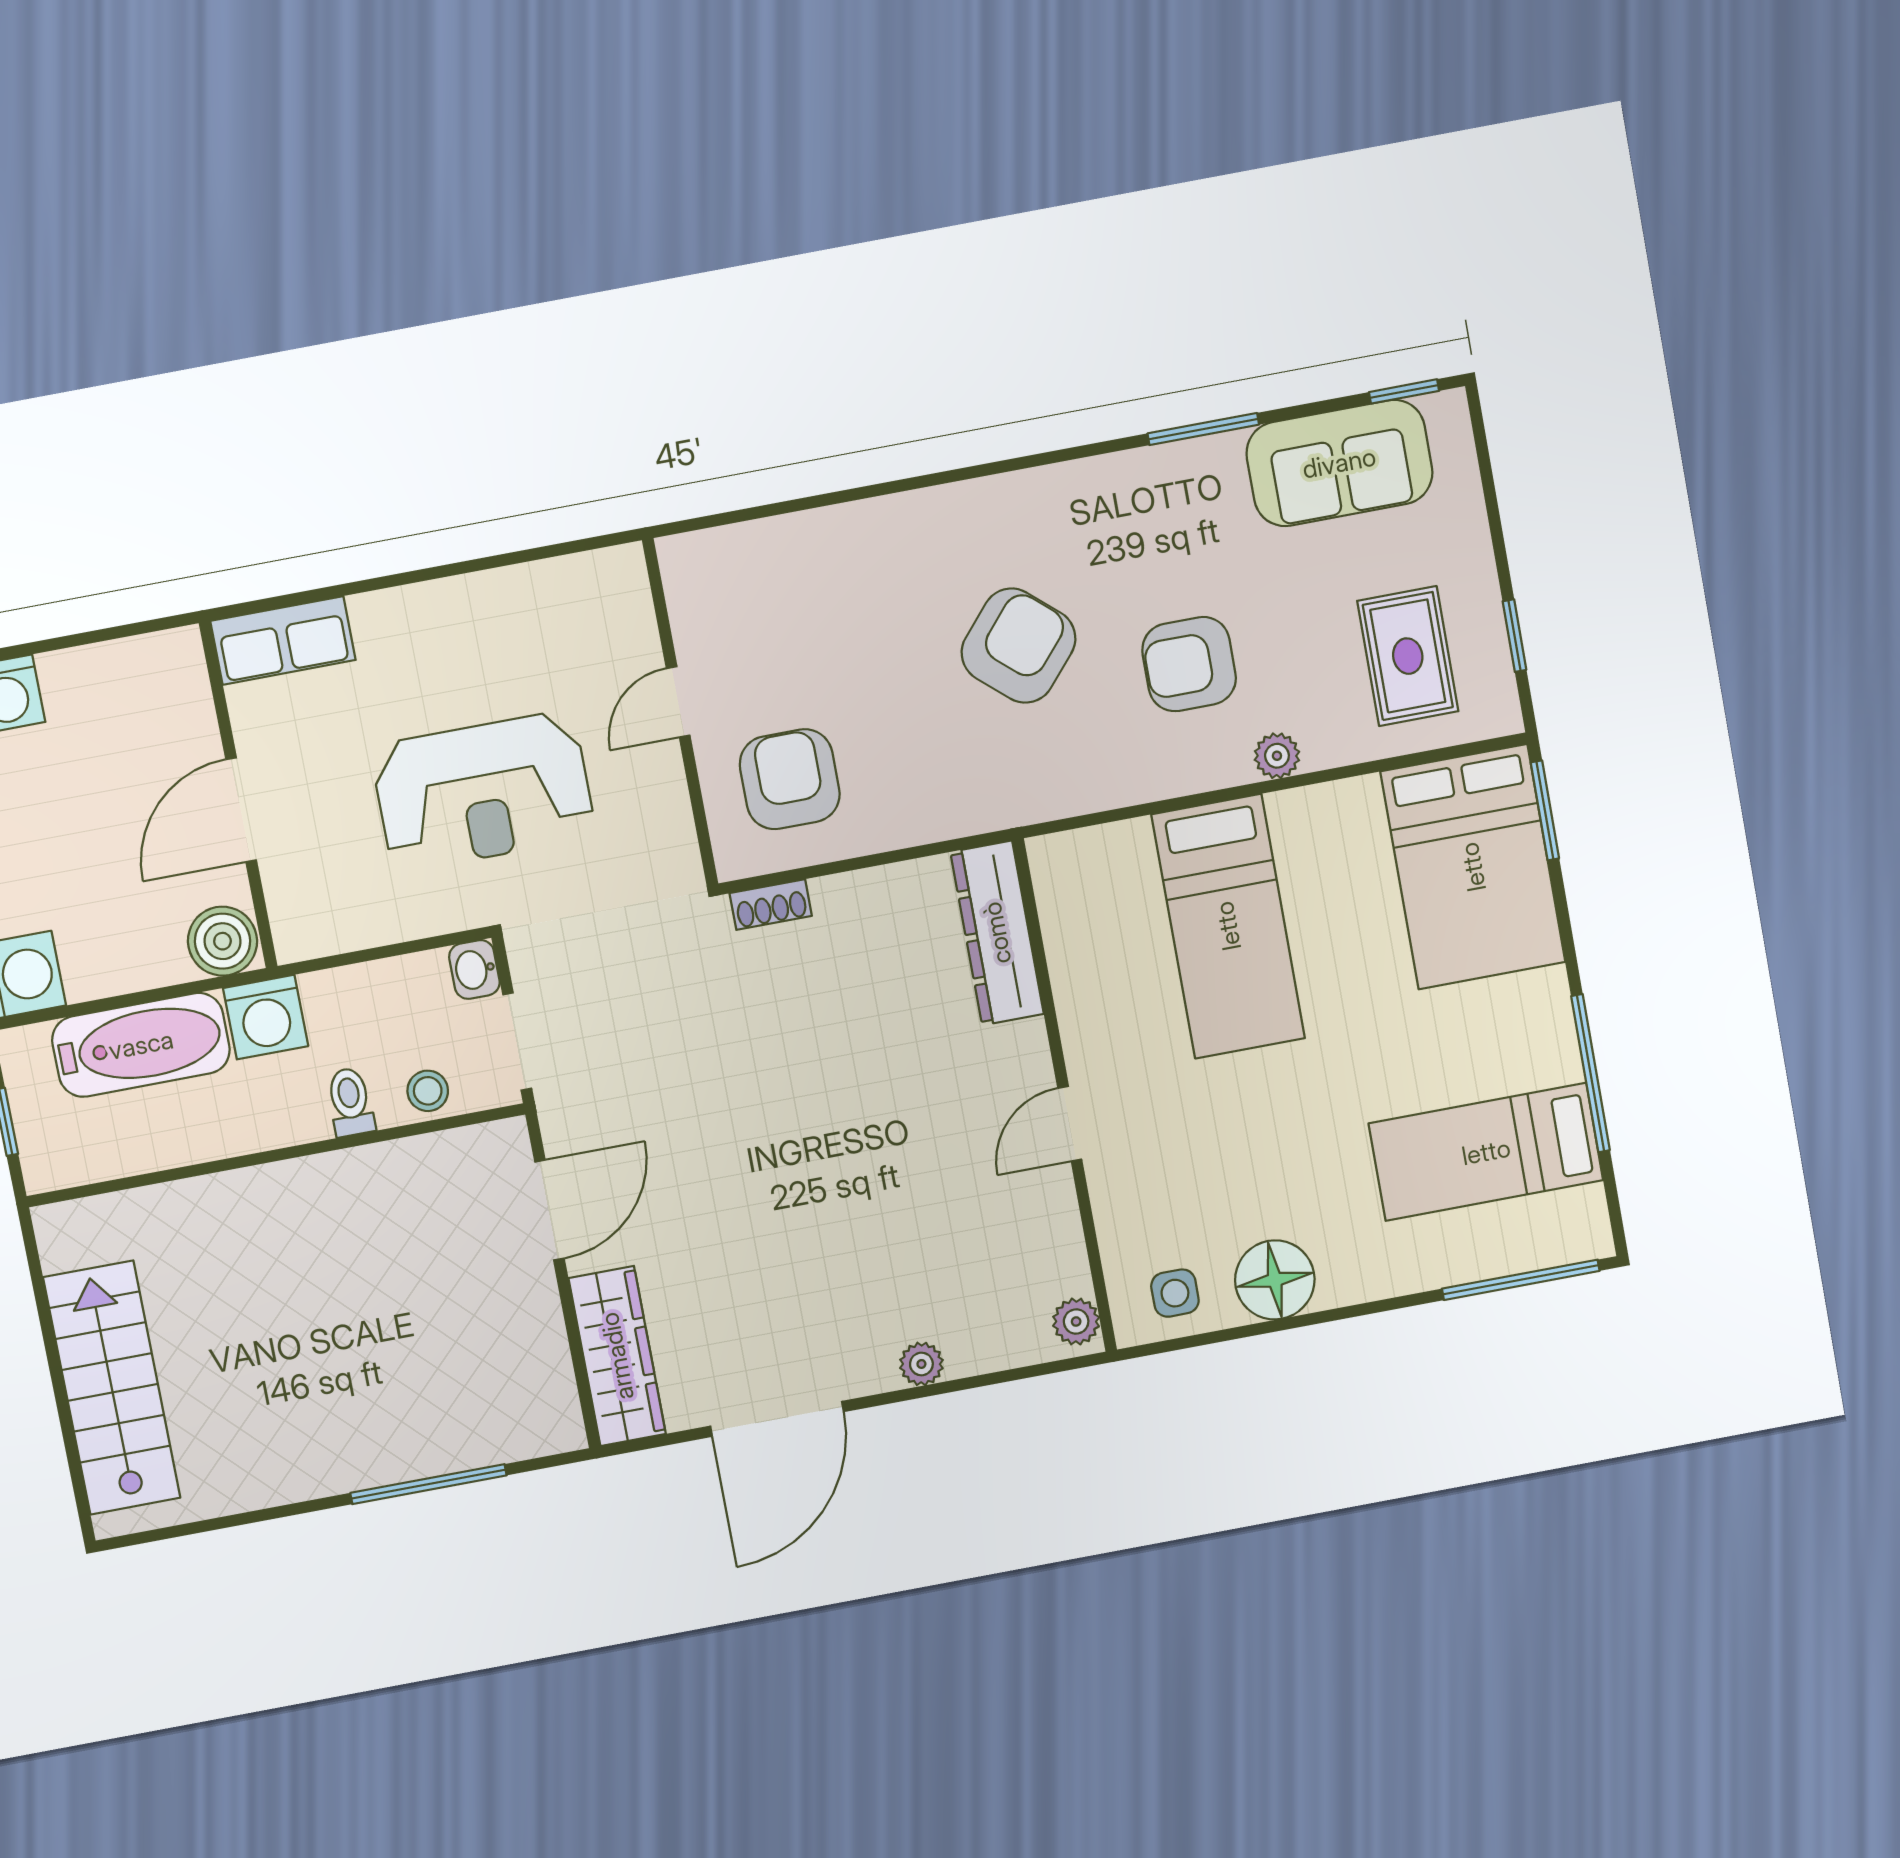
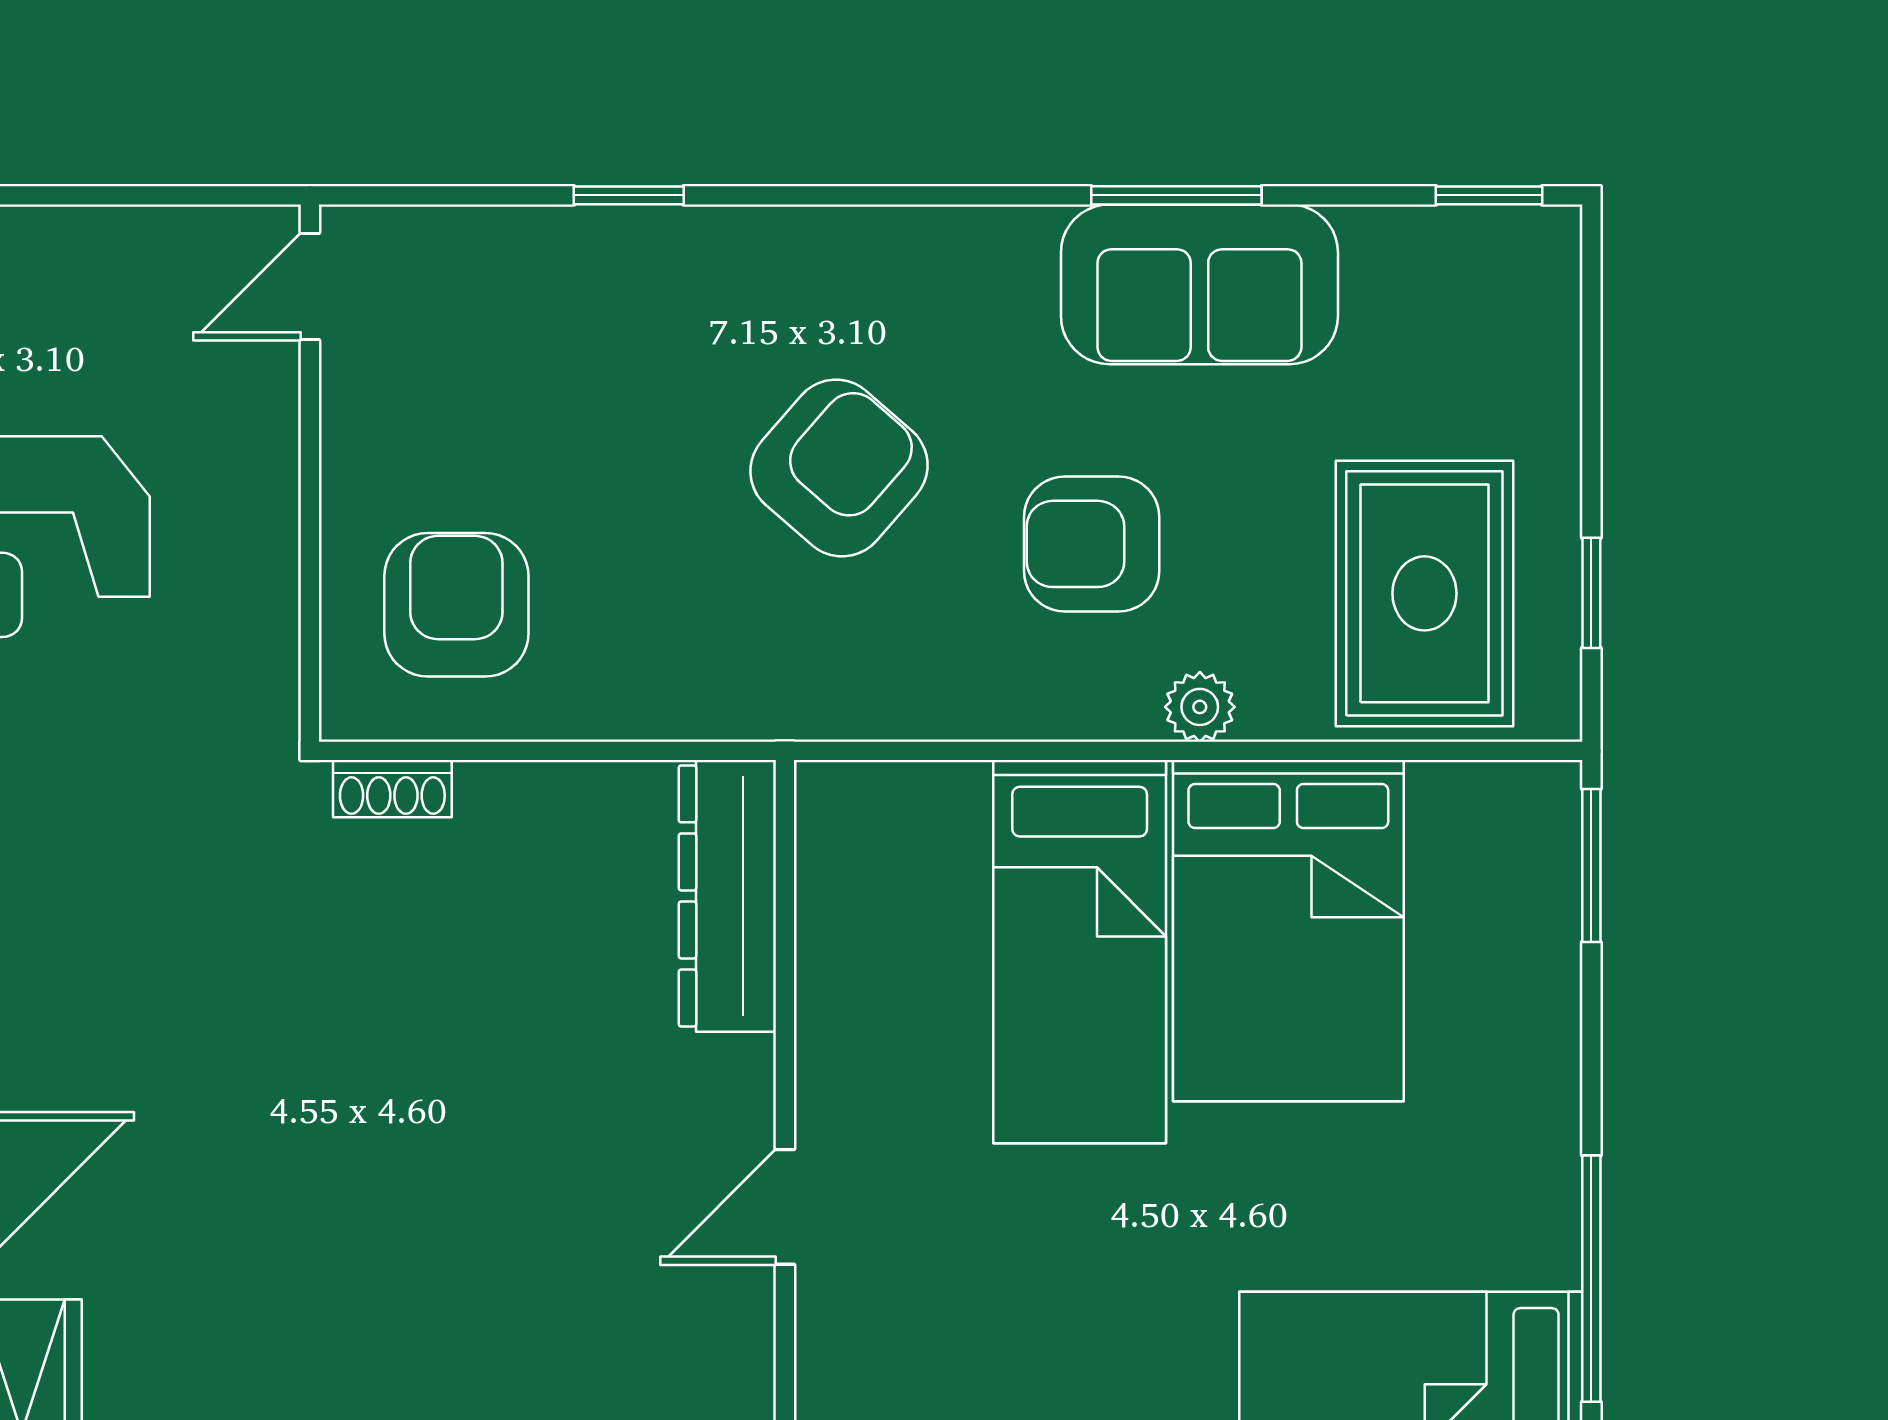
sofa: (1339, 463) -> (1199, 284), moved
window: (851, 495) -> (629, 195), added
rug: (1408, 656) -> (1424, 593), width x1.36, depth x1.43
door: (678, 702) -> (310, 287), moved
bed: (1473, 867) -> (1288, 931), moved

